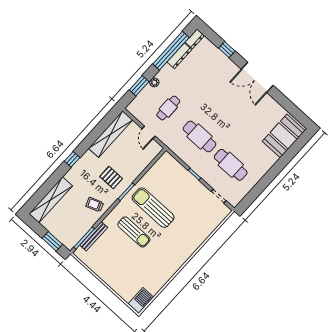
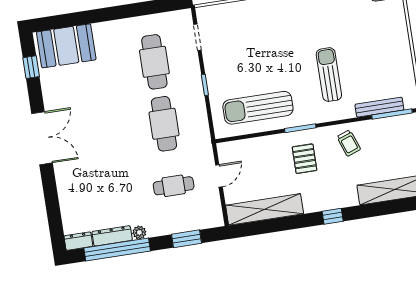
window: (227, 50) -> (31, 67), moved
plant: (154, 82) -> (139, 232), moved
sun lounger: (153, 208) -> (258, 108), moved, turned 90

